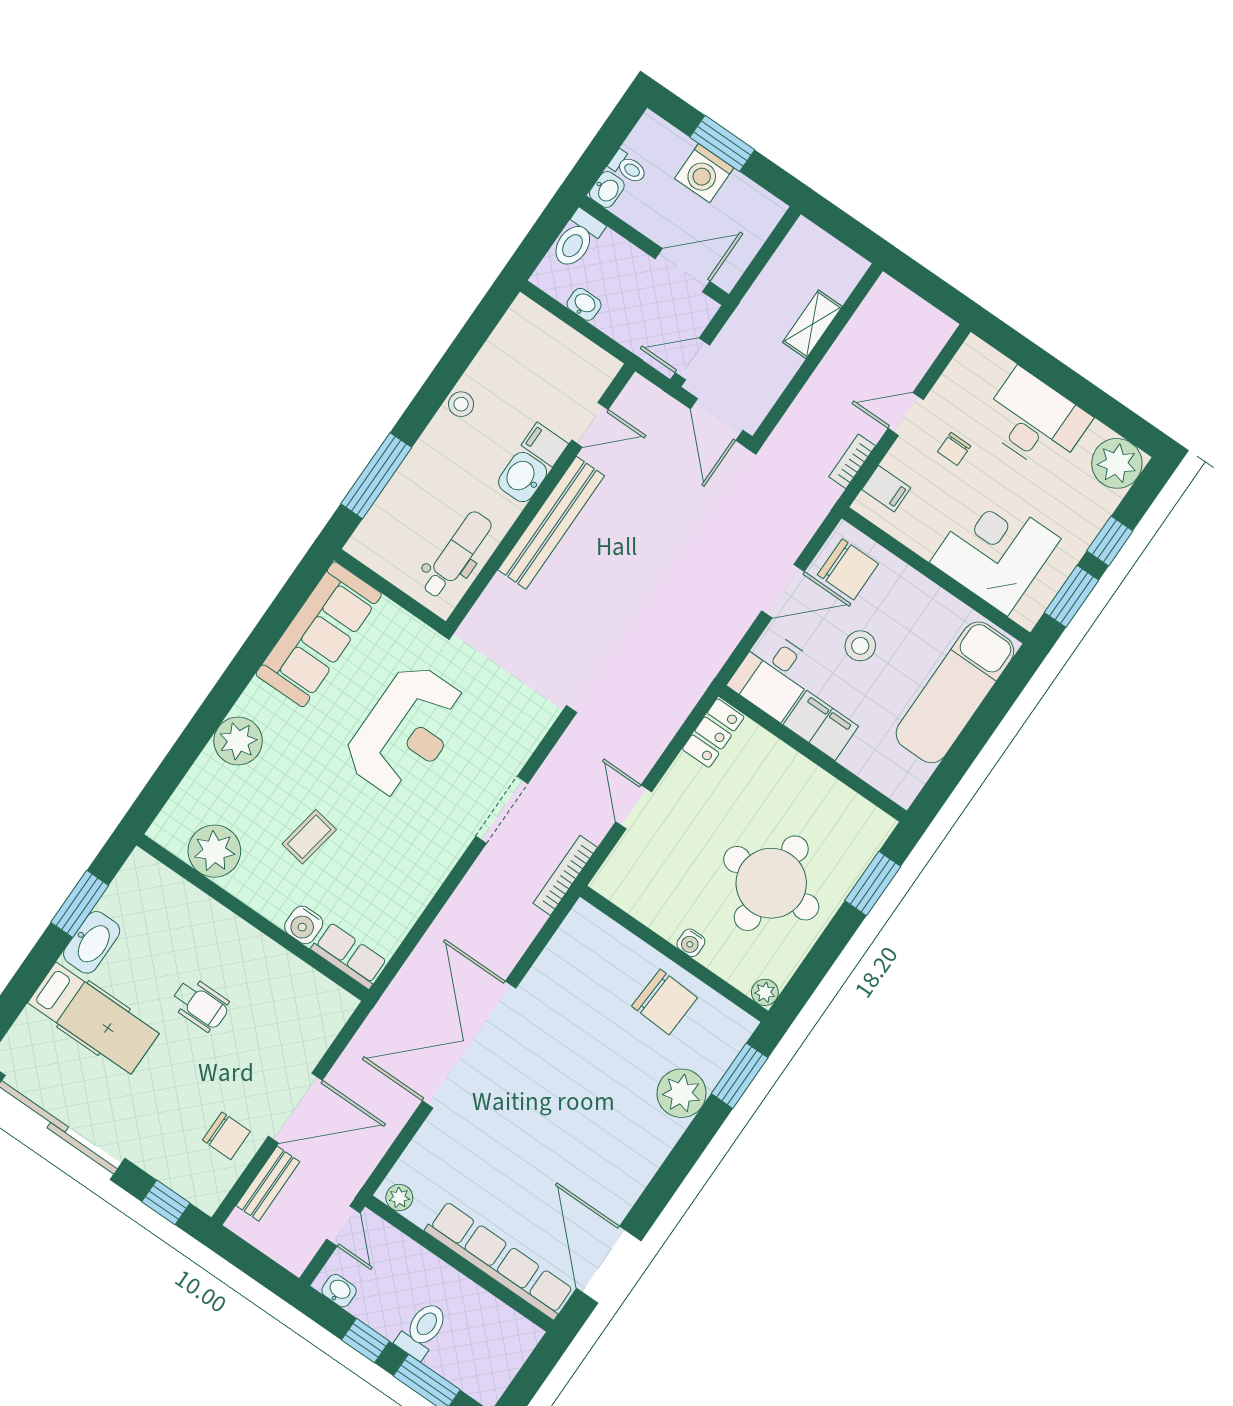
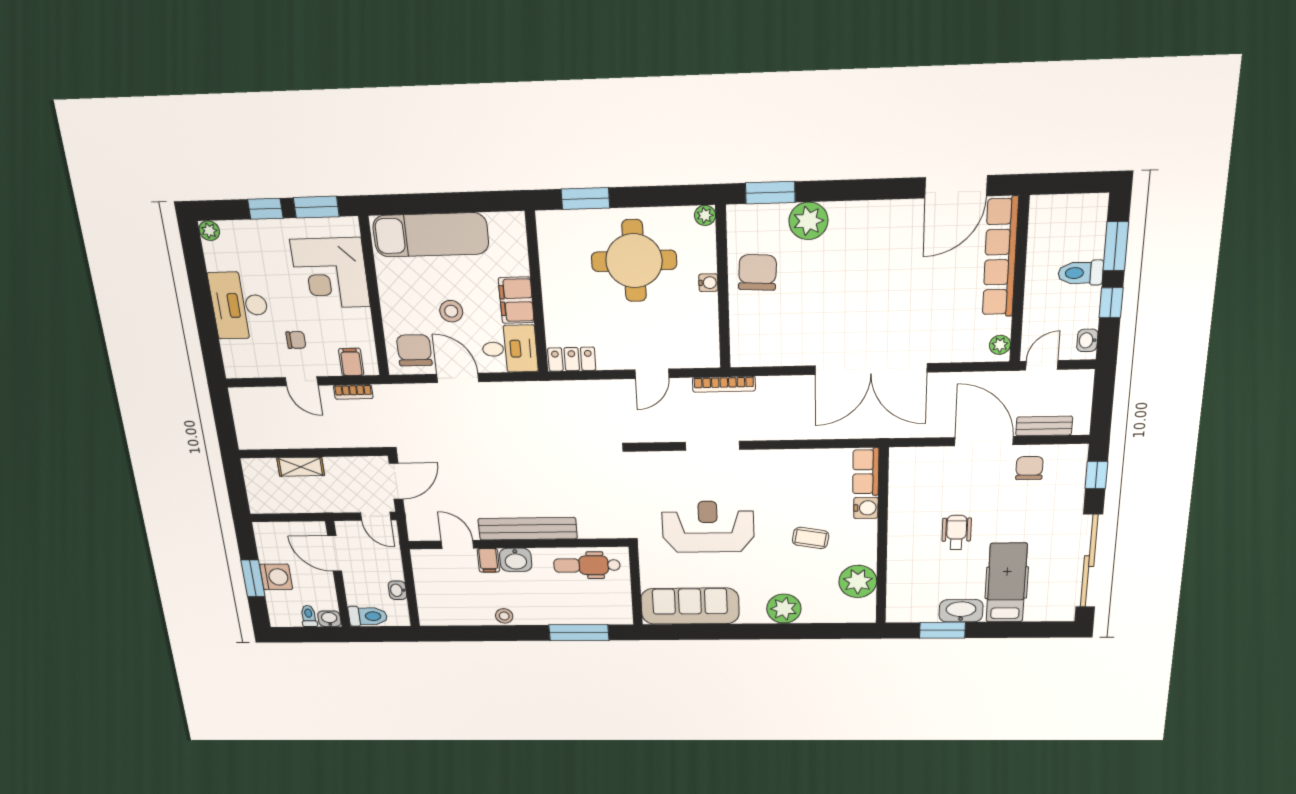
plant: (1117, 463) -> (209, 231), width x0.53, depth x0.53

